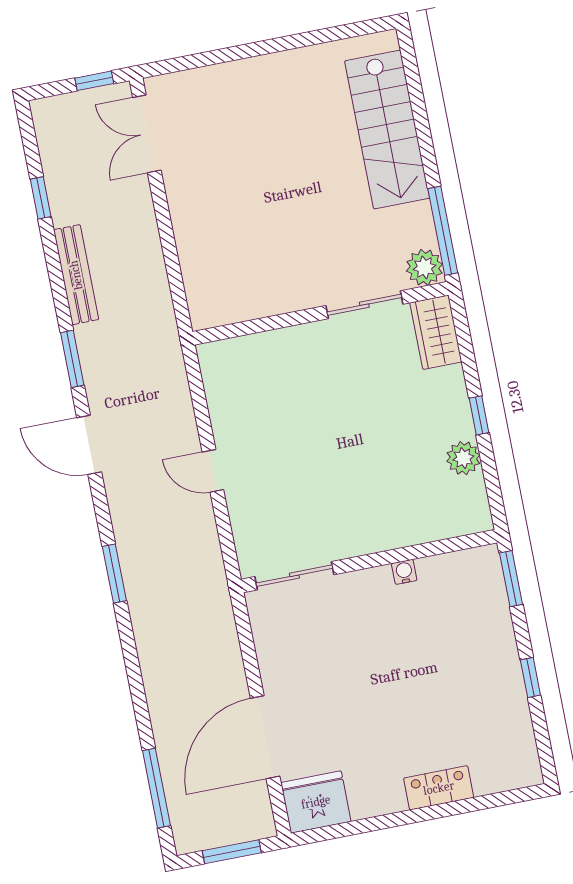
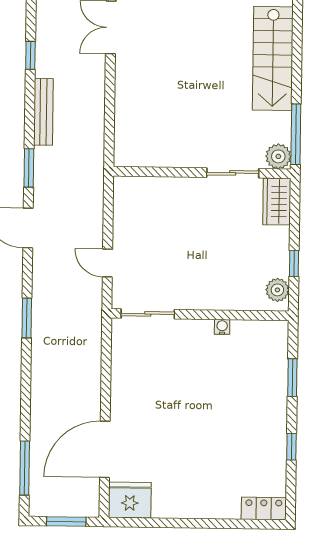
wall: (369, 561) -> (200, 315), moved
water cooler: (404, 572) -> (222, 327), moved
sliding door: (294, 576) -> (148, 314), moved
locker: (439, 788) -> (264, 509), moved

